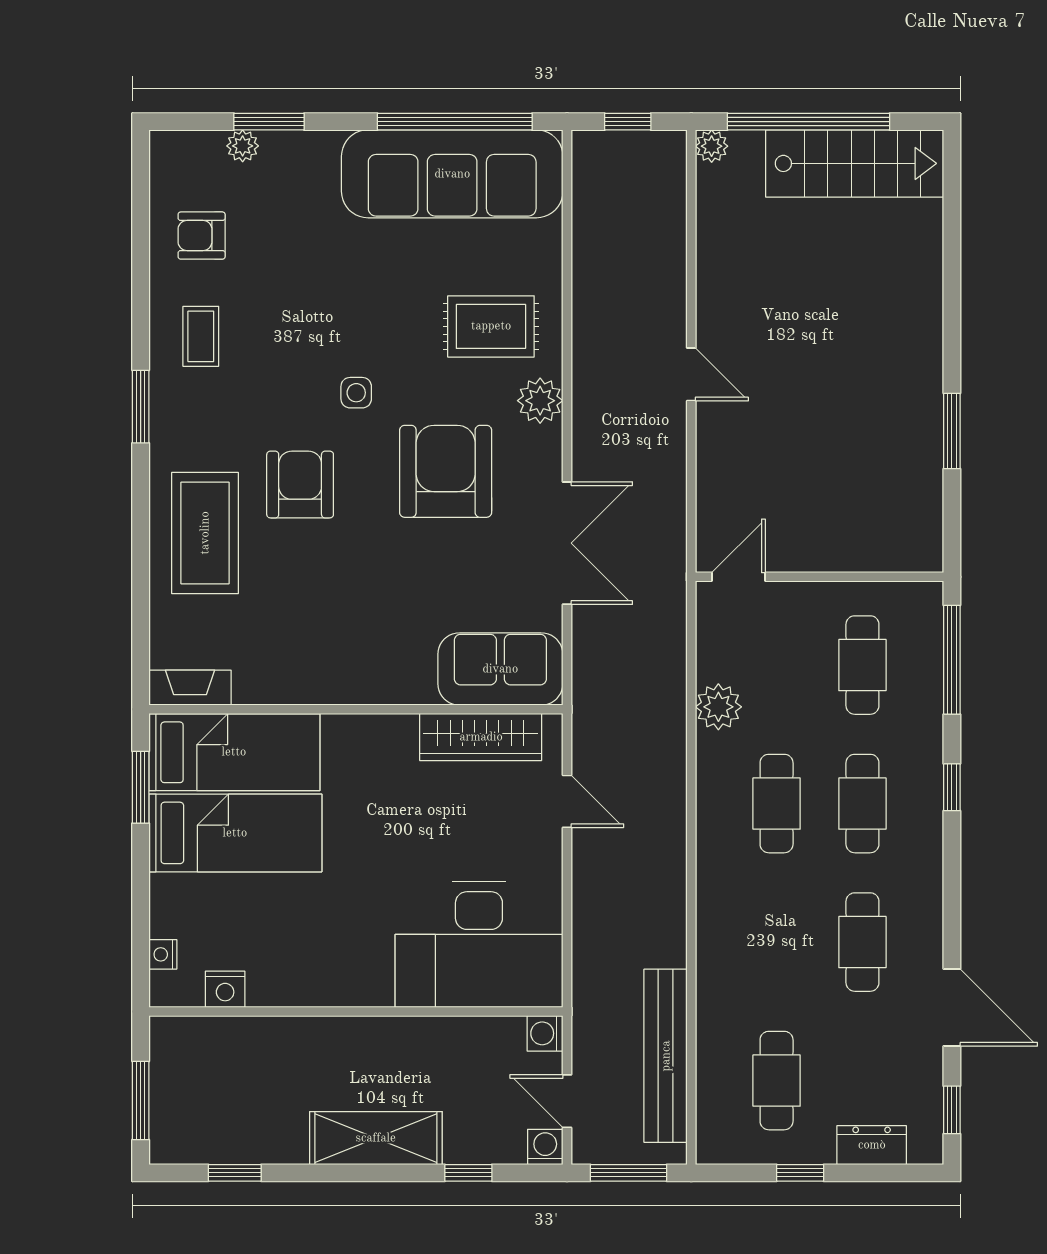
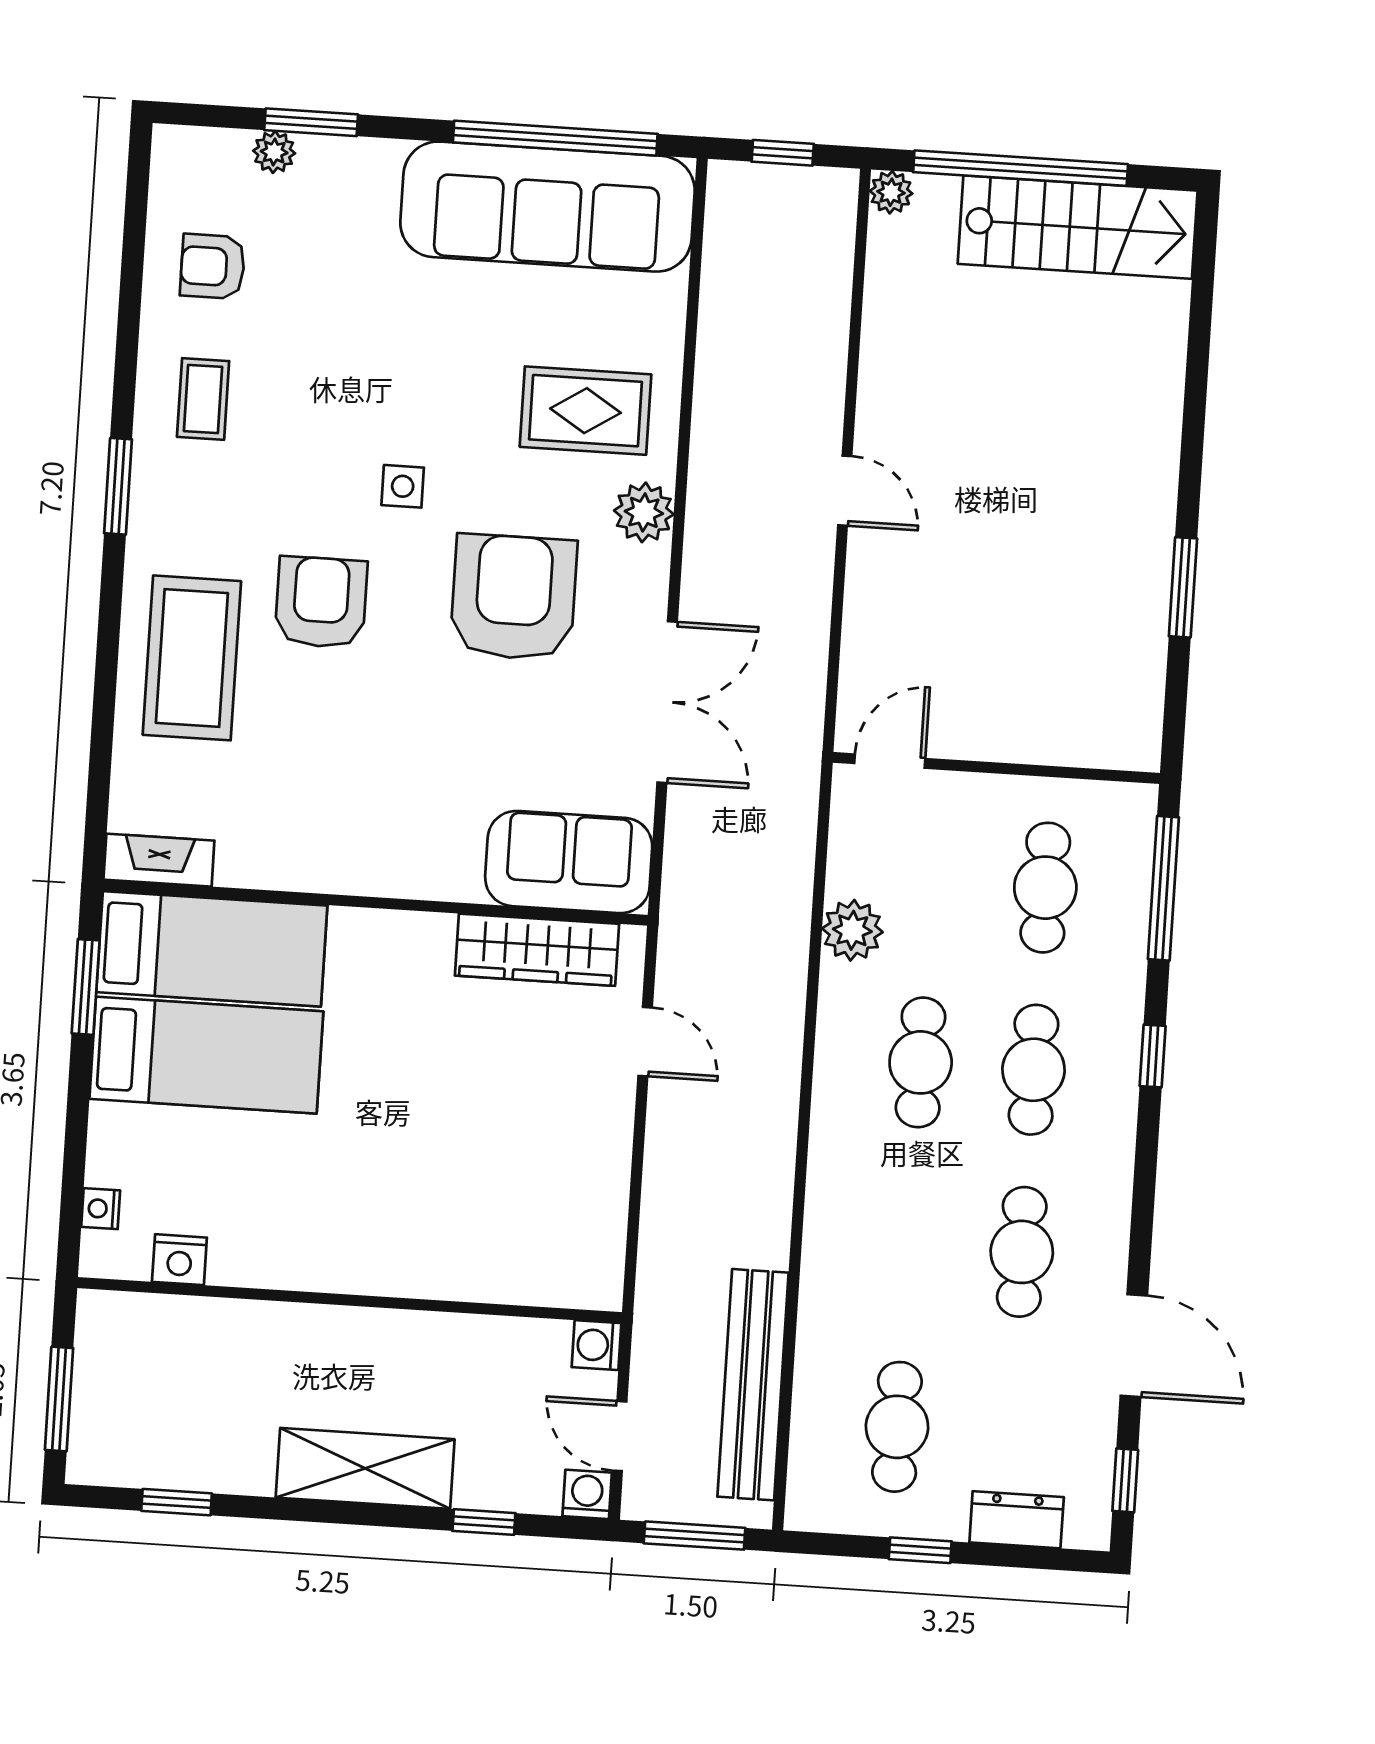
desk: (479, 944) -> (517, 1223), removed

